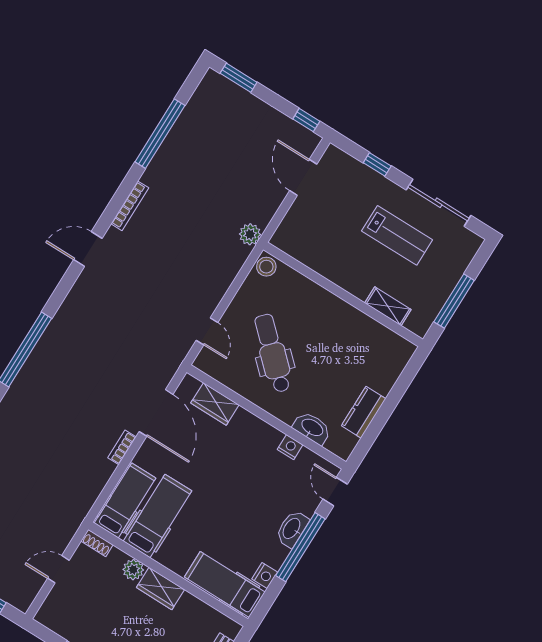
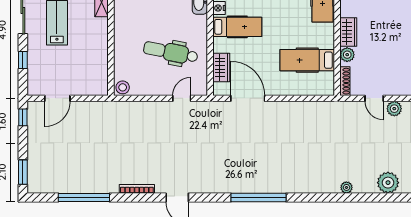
plant: (250, 234) -> (394, 109), moved
dental chair: (273, 353) -> (171, 52), turned 58
door: (156, 413) -> (248, 98), hinge flipped
bookcase: (122, 447) -> (280, 106), removed
hospital bed: (125, 501) -> (237, 27), moved, turned 180
shoe rack: (97, 543) -> (345, 81), width x1.43

